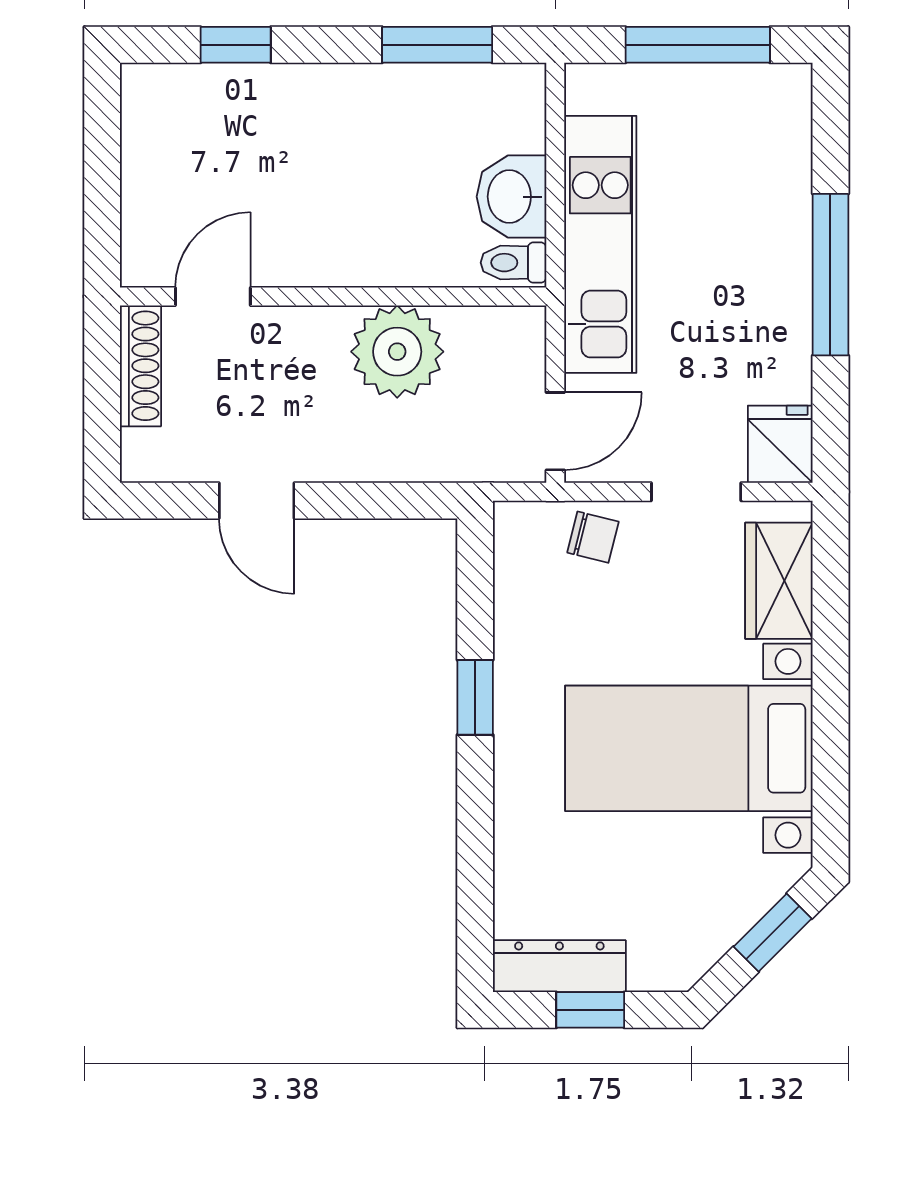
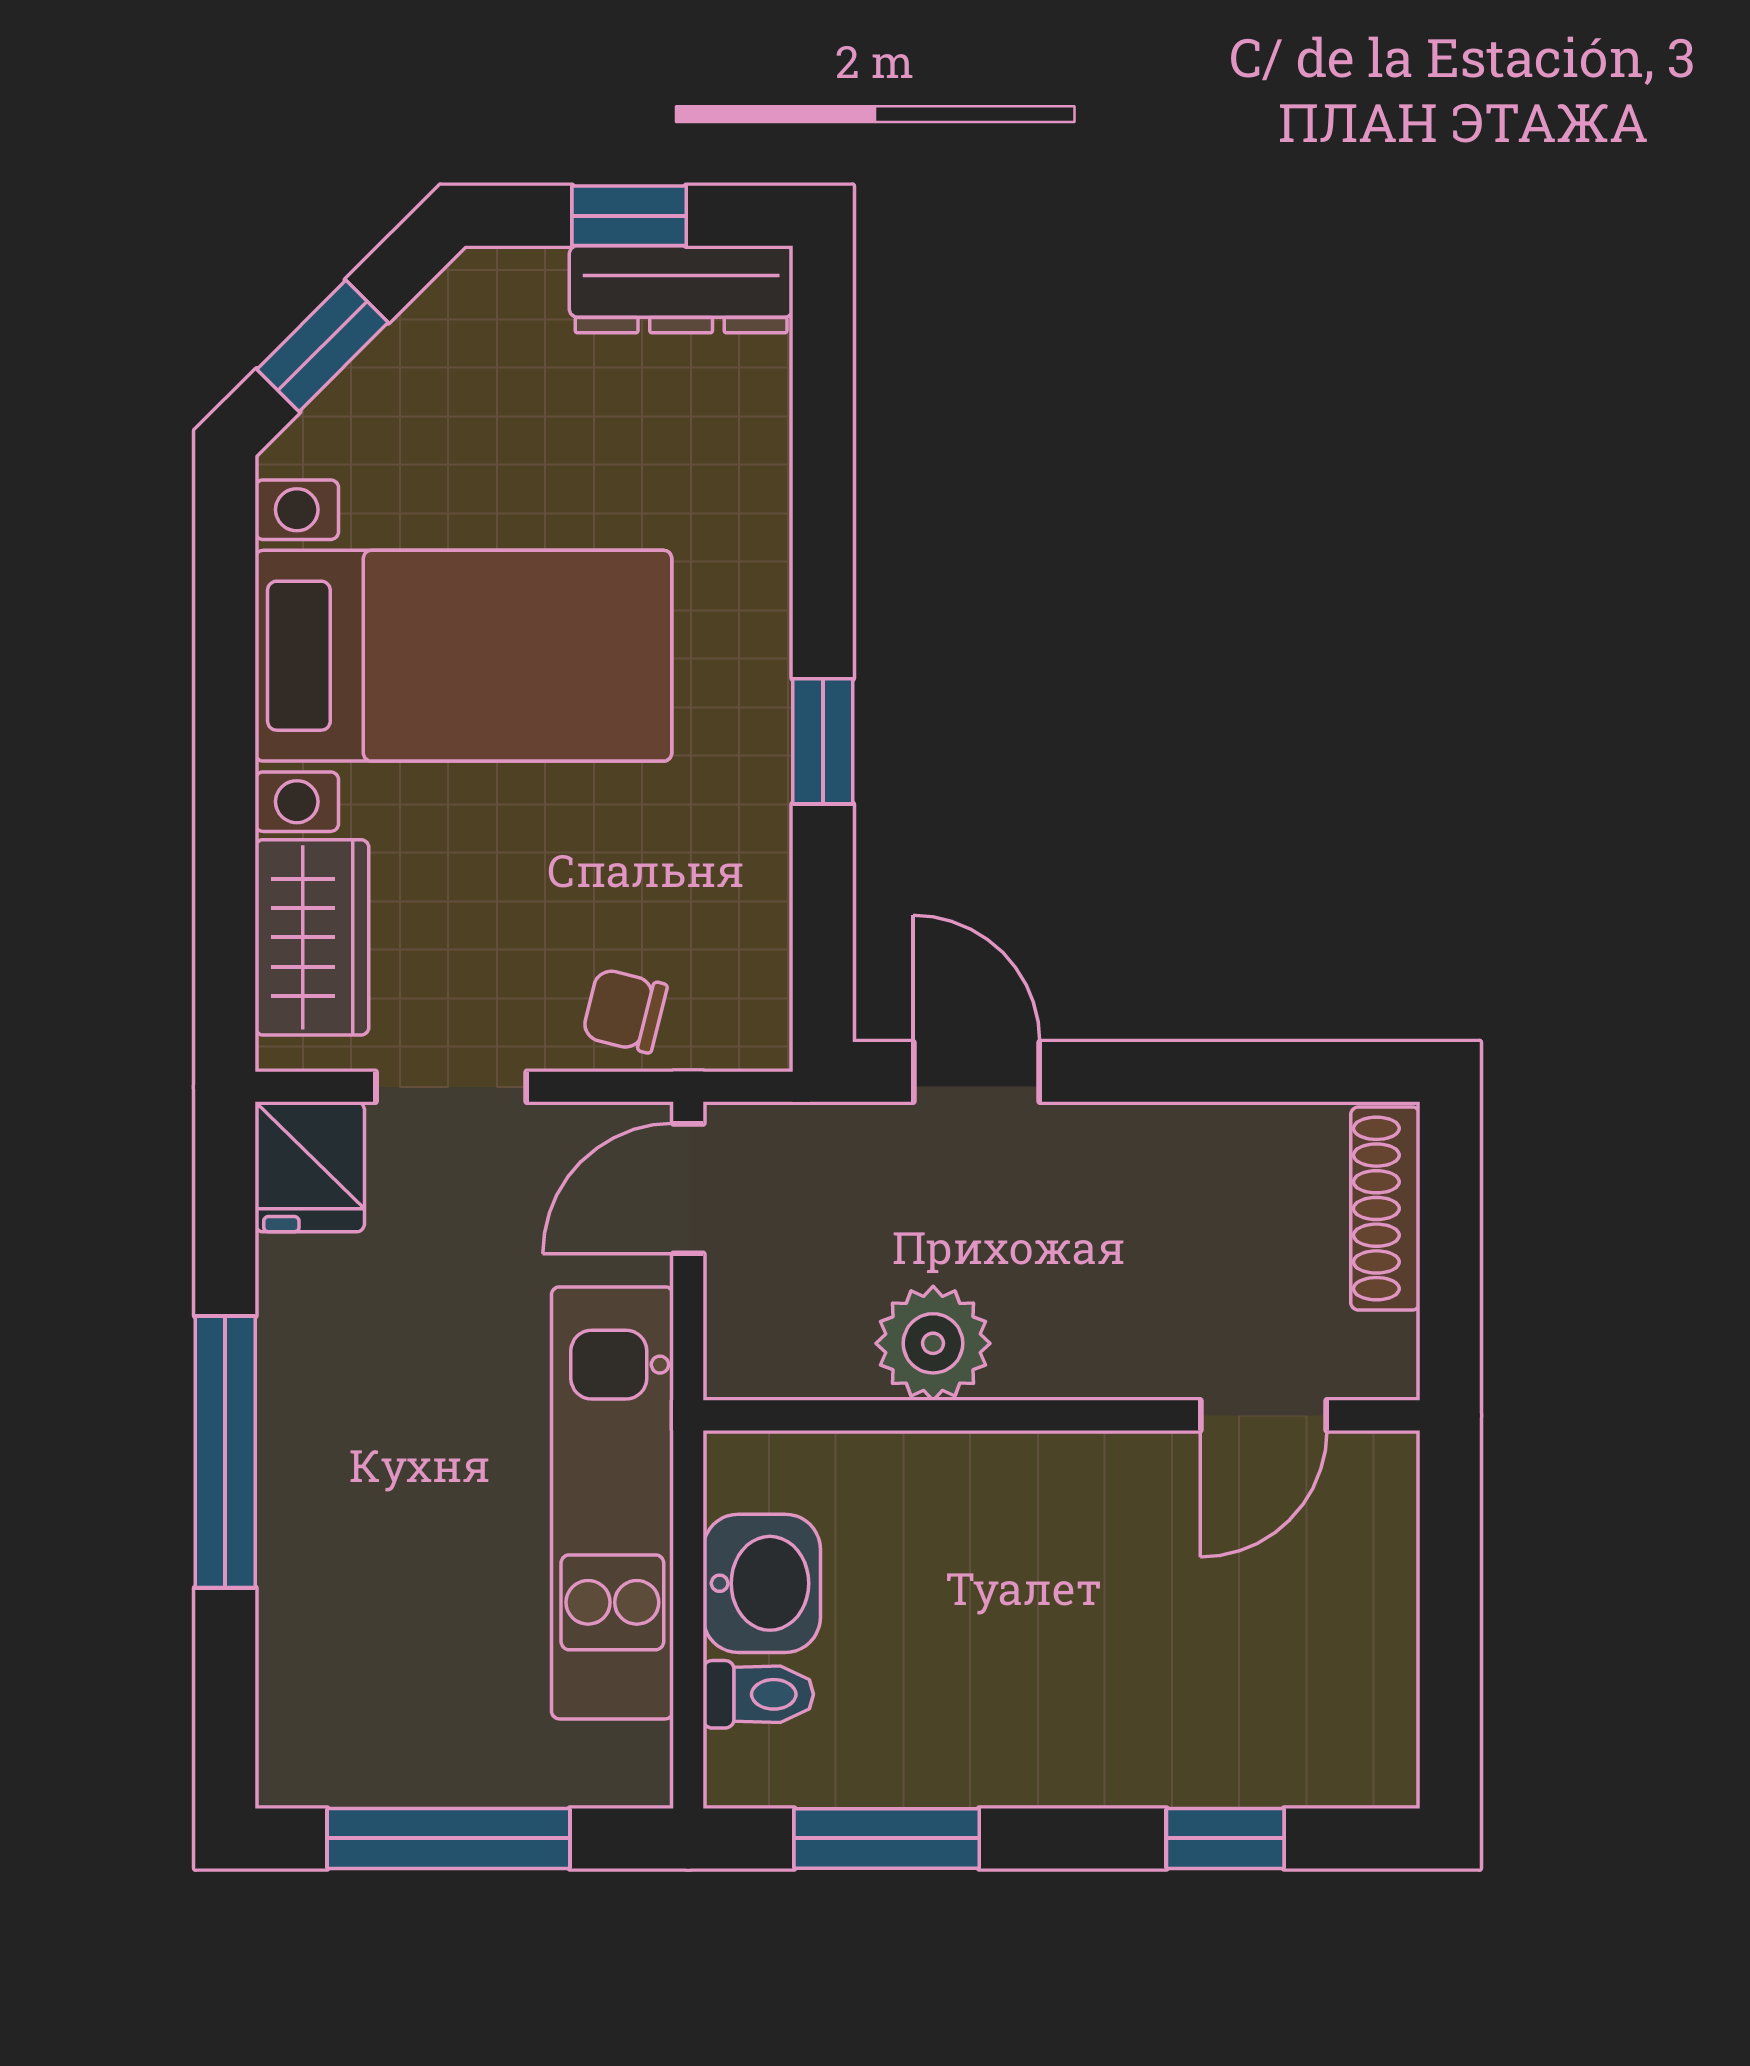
toilet: (513, 263) -> (758, 1694), moved
plant: (397, 352) -> (933, 1343), width x0.73, depth x0.73
shoe rack: (140, 366) -> (1385, 1208), moved
door: (257, 501) -> (977, 1072), moved

